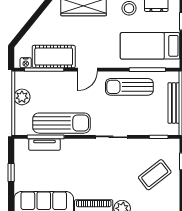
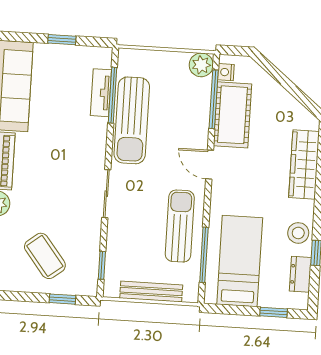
plant: (22, 97) -> (201, 65), moved

